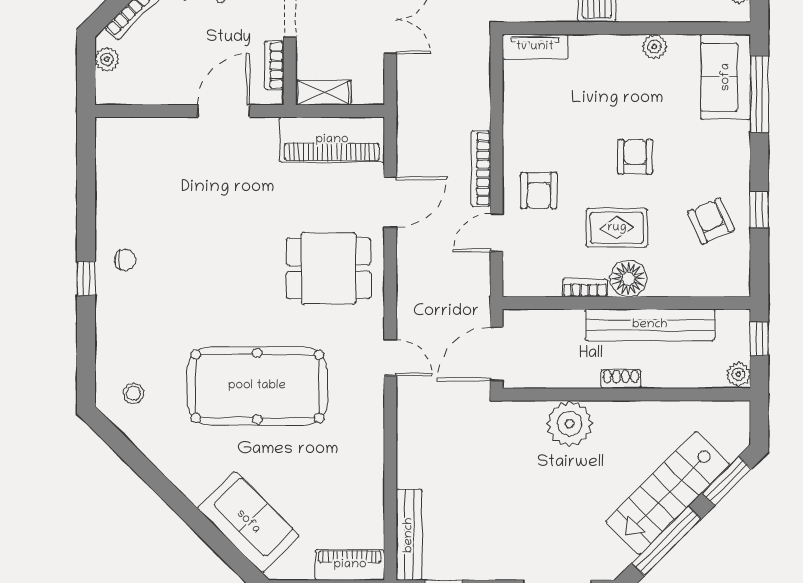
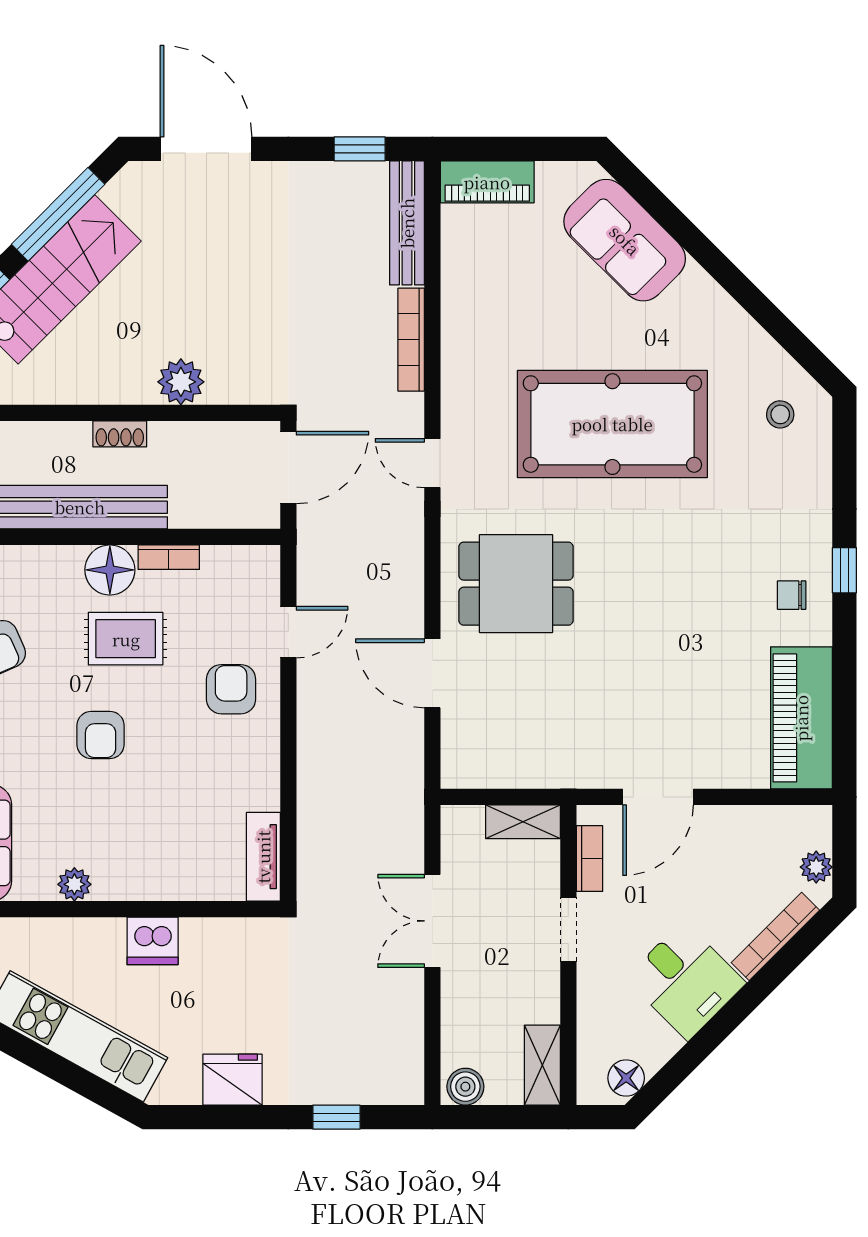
tv unit: (535, 47) -> (263, 857), moved, turned -90
piano: (332, 140) -> (801, 718), moved, turned -90
bookcase: (481, 169) -> (411, 340), moved, turned 180
door: (390, 202) -> (432, 673), hinge flipped
plant: (570, 424) -> (181, 382), width x0.73, depth x0.73

